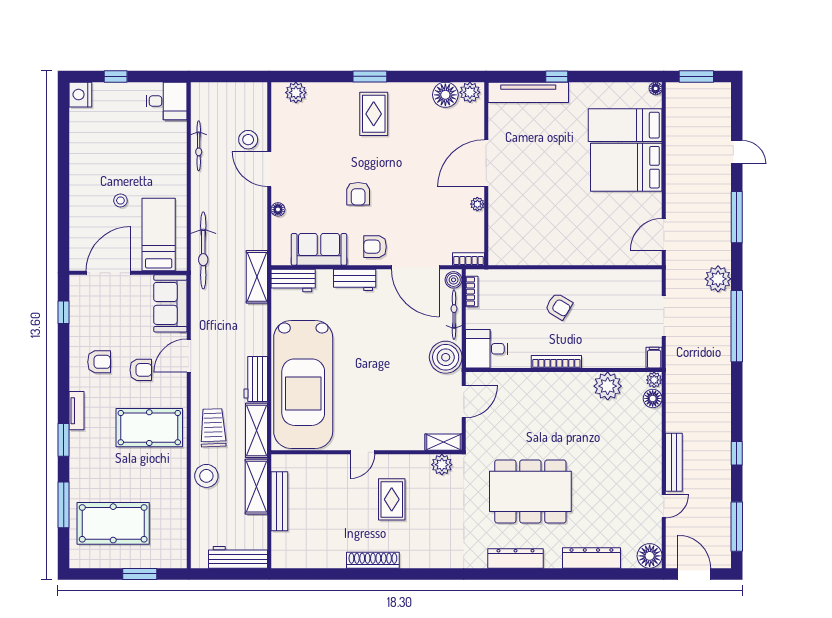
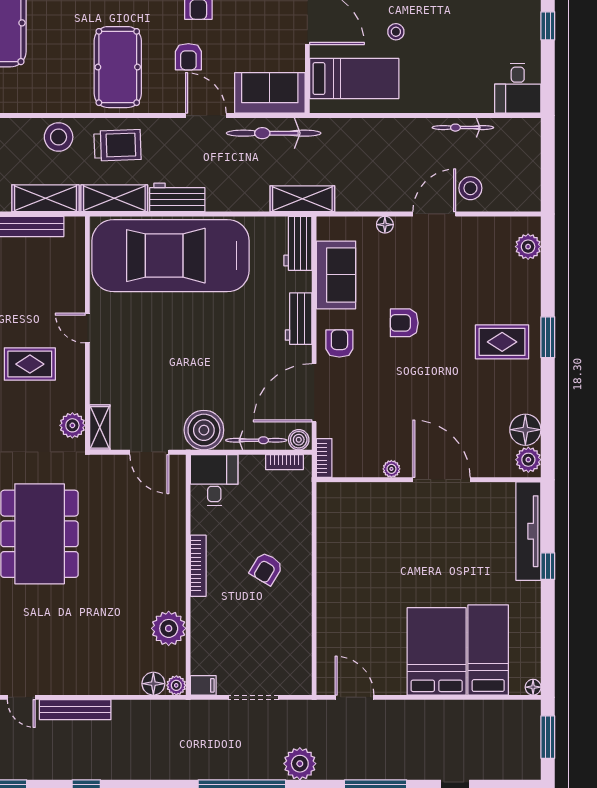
bicycle: (203, 250) -> (274, 133), moved

